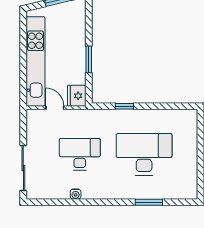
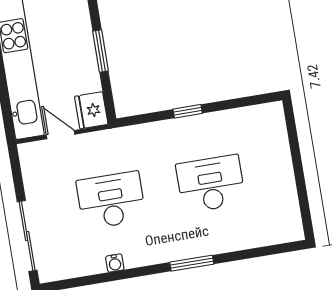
window: (124, 106) -> (188, 111), moved
desk: (144, 154) -> (211, 184), width x0.73, depth x0.77
window: (149, 202) -> (192, 263), moved

